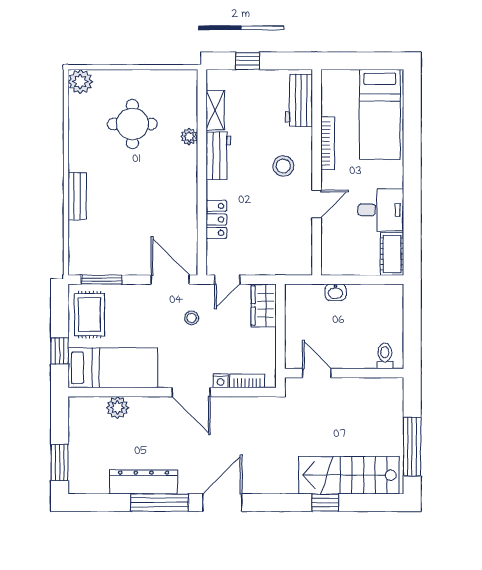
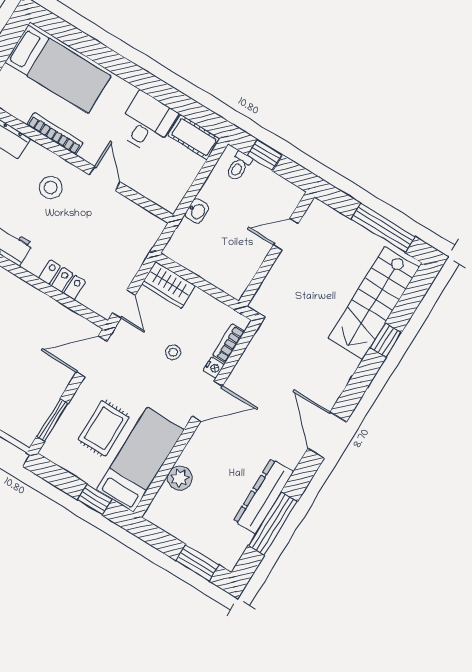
rug: (89, 315) -> (104, 428), moved, turned 90
stool: (192, 318) -> (173, 352), moved
window: (412, 318) -> (265, 155), added
toilet: (385, 356) -> (239, 166), moved, turned -90
door: (317, 373) -> (286, 234), moved
window: (160, 503) -> (273, 523), moved

